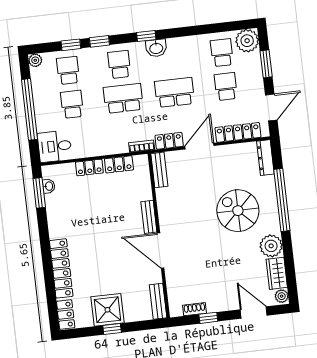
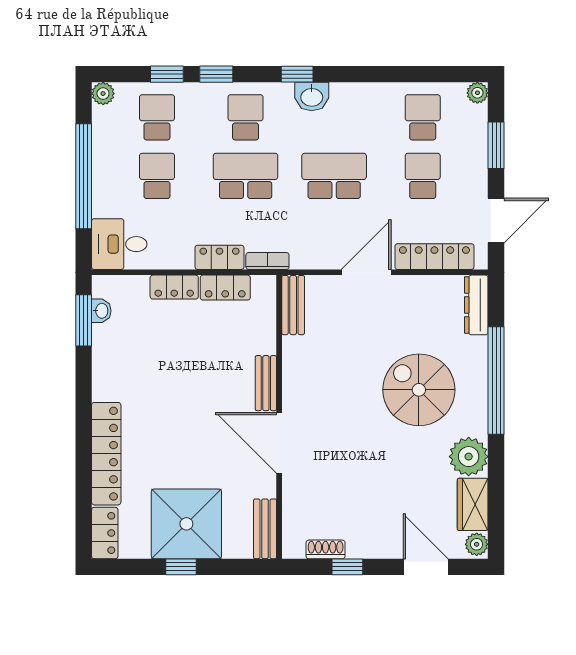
plant: (247, 41) -> (477, 93), width x0.53, depth x0.53
locker: (169, 141) -> (220, 257), moved
shower: (108, 310) -> (186, 524), width x1.37, depth x1.37

